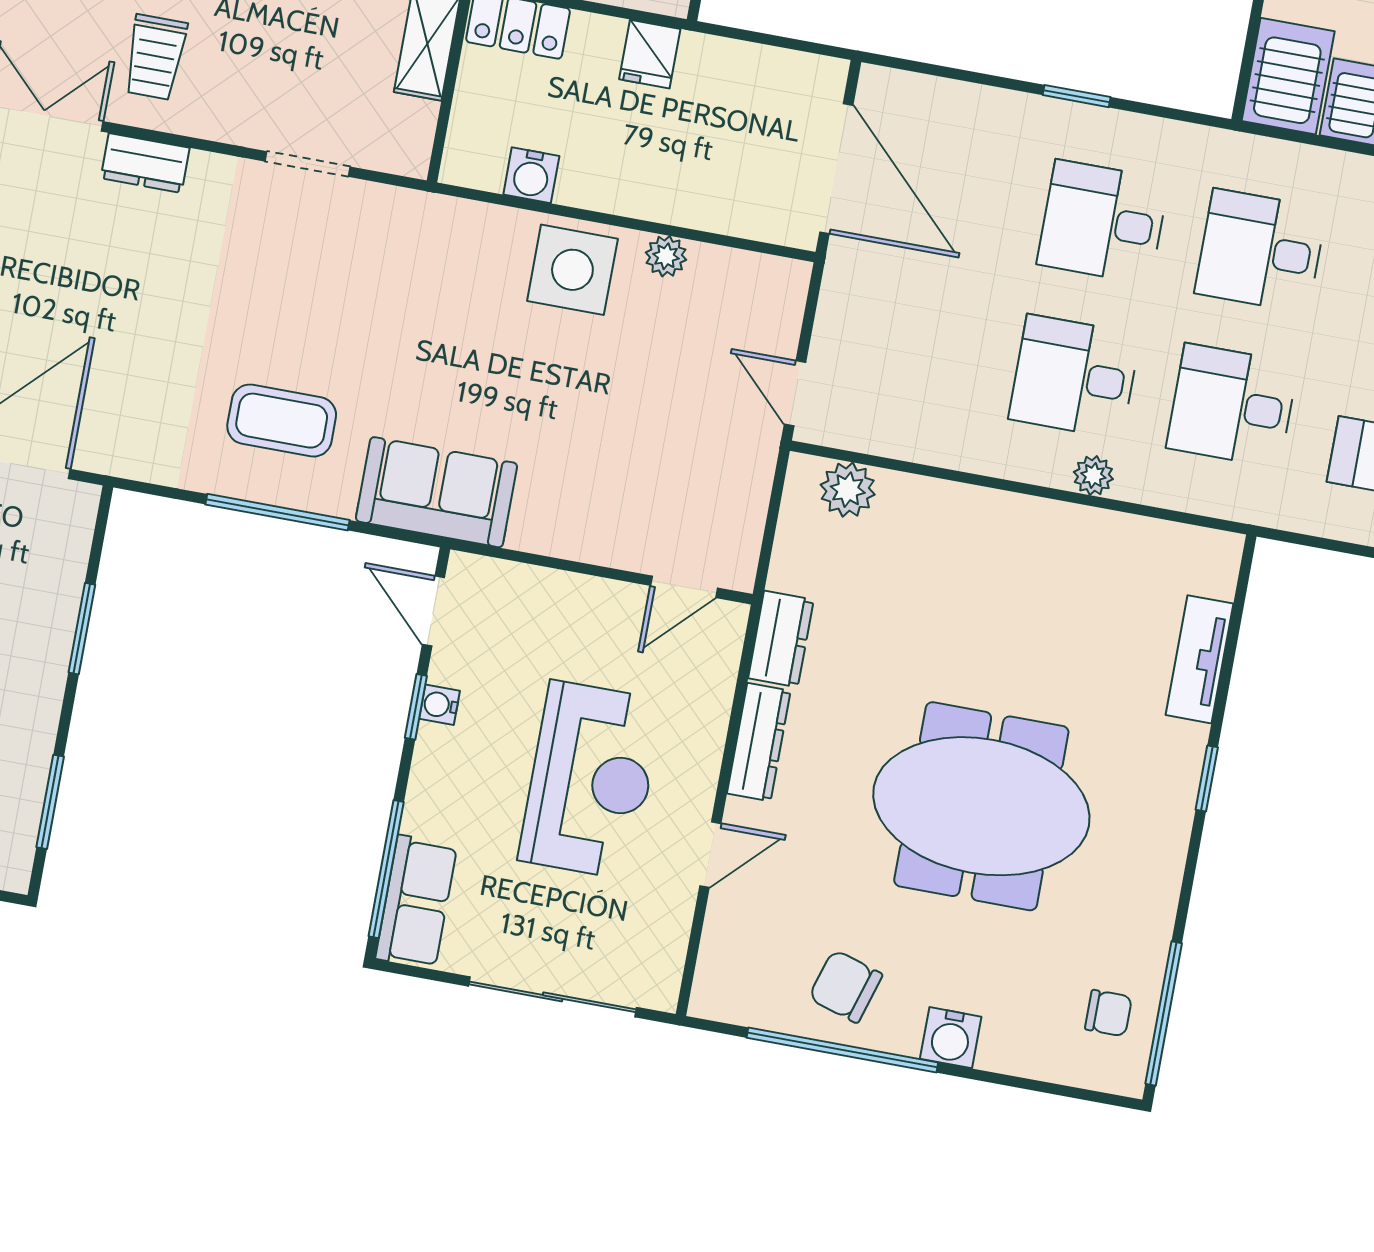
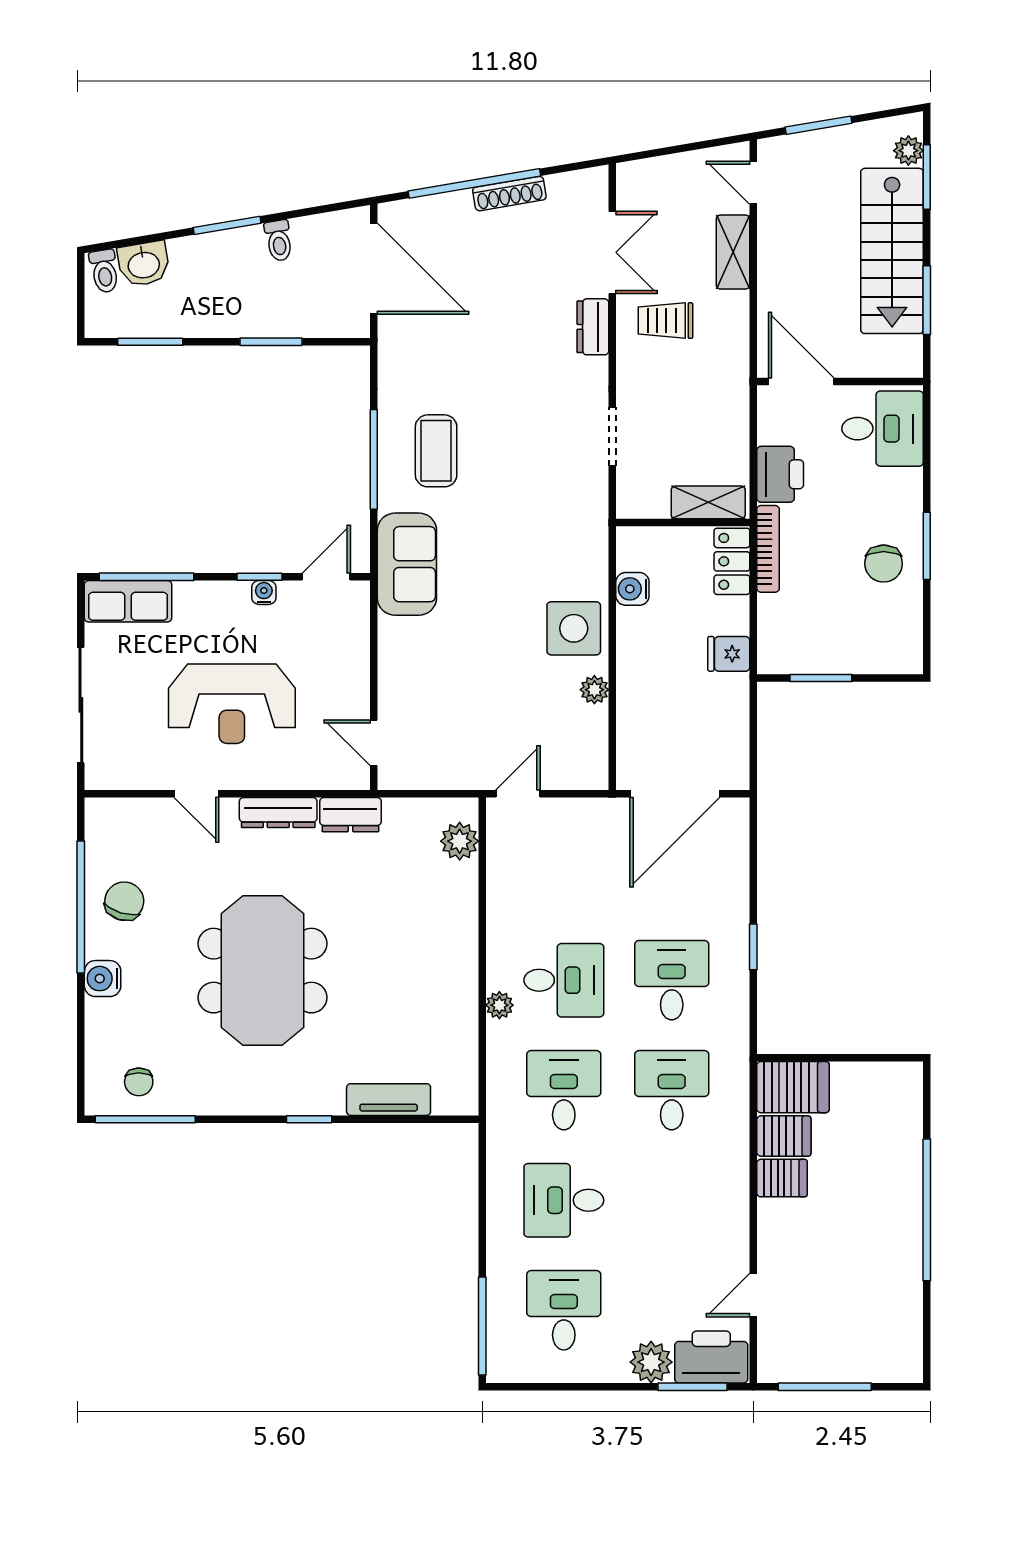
desk: (1074, 377) -> (564, 980), turned 90

